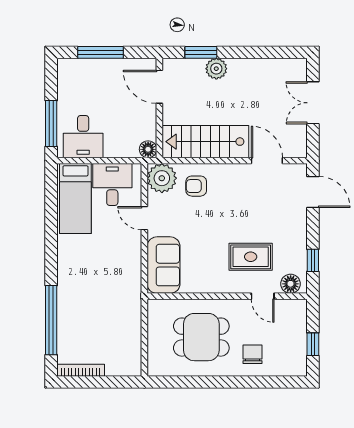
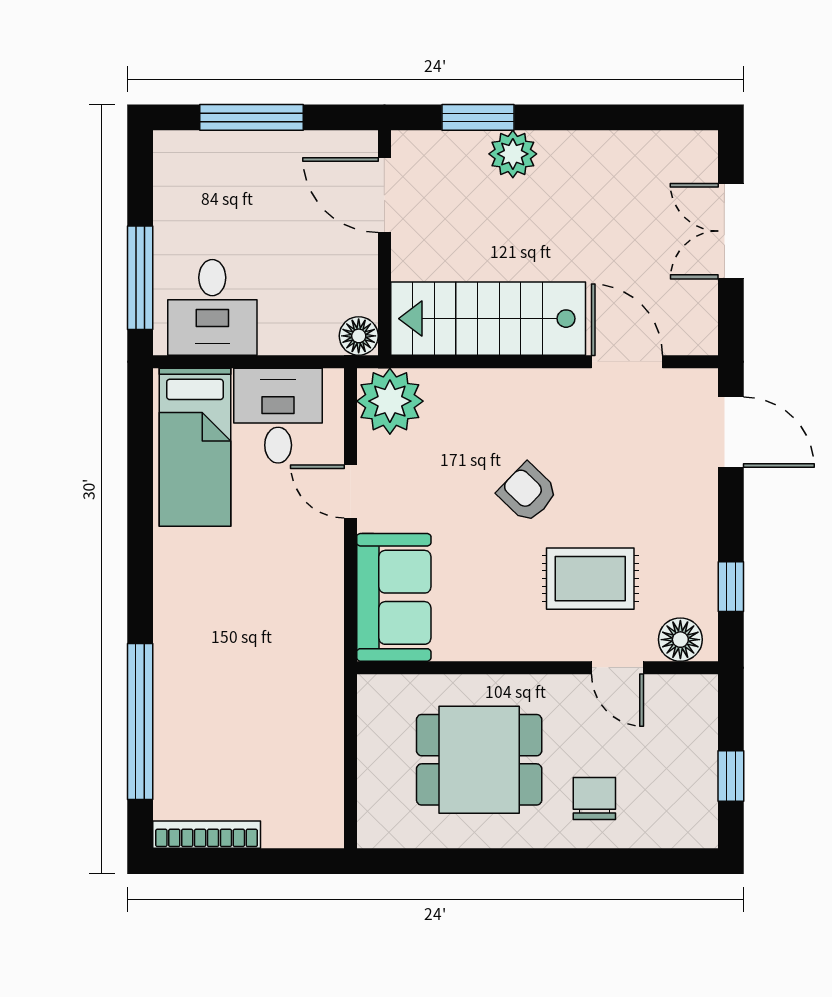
armchair: (196, 186) -> (528, 493), moved, turned 44

